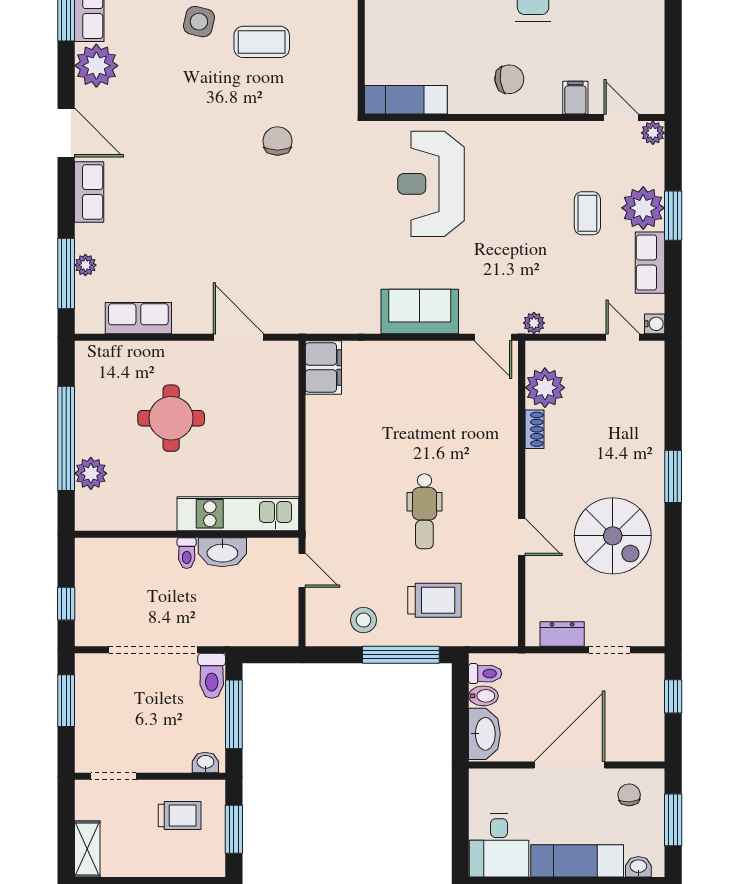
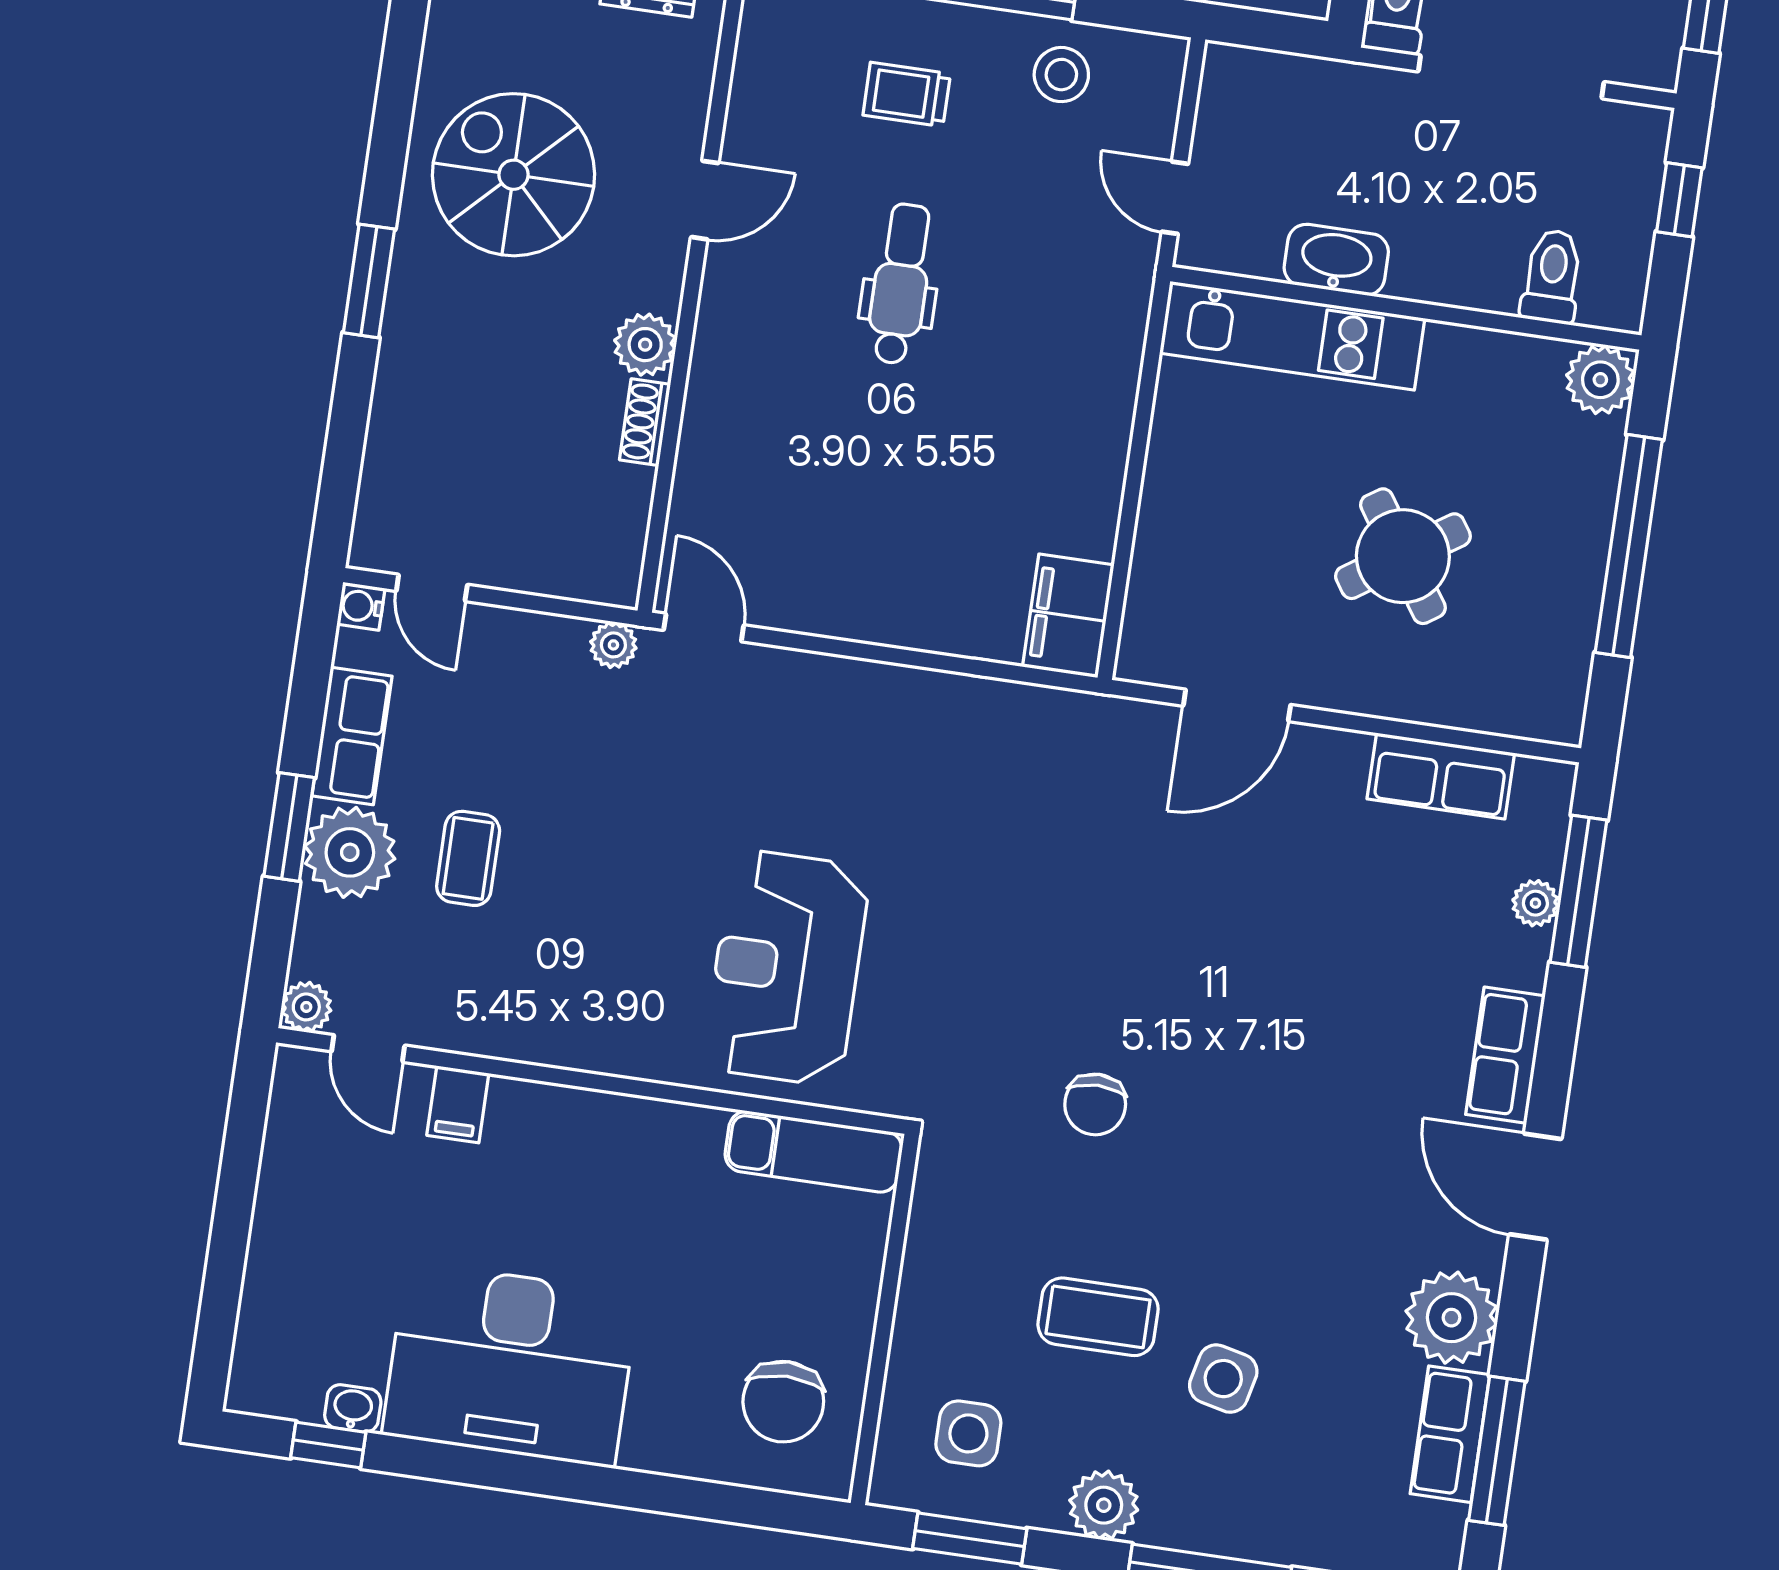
chair: (509, 79) -> (591, 1163), removed
reception desk: (431, 184) -> (787, 968), turned 180
sofa: (420, 311) -> (849, 704), removed
door: (238, 337) -> (1237, 705), hinge flipped
plant: (545, 388) -> (645, 345), moved, width x0.73, depth x0.73
round table: (171, 418) -> (1403, 556), turned -34
plant: (91, 473) -> (1600, 380), moved
door: (522, 537) -> (705, 200), swing flipped
toilet: (187, 553) -> (1552, 277), moved, width x1.37, depth x1.39
trolley: (434, 600) -> (907, 94), width x0.73, depth x0.72

